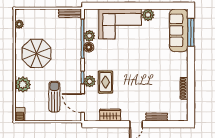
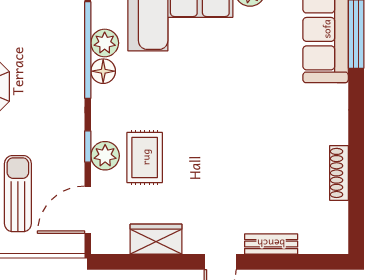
door: (83, 103) -> (88, 210), hinge flipped

